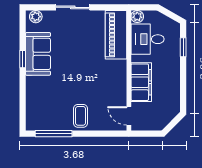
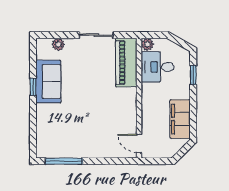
sliding door: (73, 7) -> (96, 35), moved
plant: (36, 17) -> (58, 44), moved
filing cabinet: (141, 82) -> (180, 119), moved, turned 180
coffee table: (81, 116) -> (91, 143), removed

